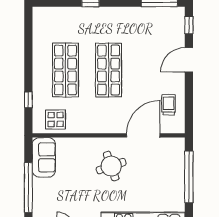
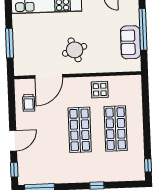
window: (28, 100) -> (148, 165), moved
display table: (56, 119) -> (100, 90), moved
sofa: (44, 157) -> (130, 42), moved
window: (189, 177) -> (10, 43), width x0.68

